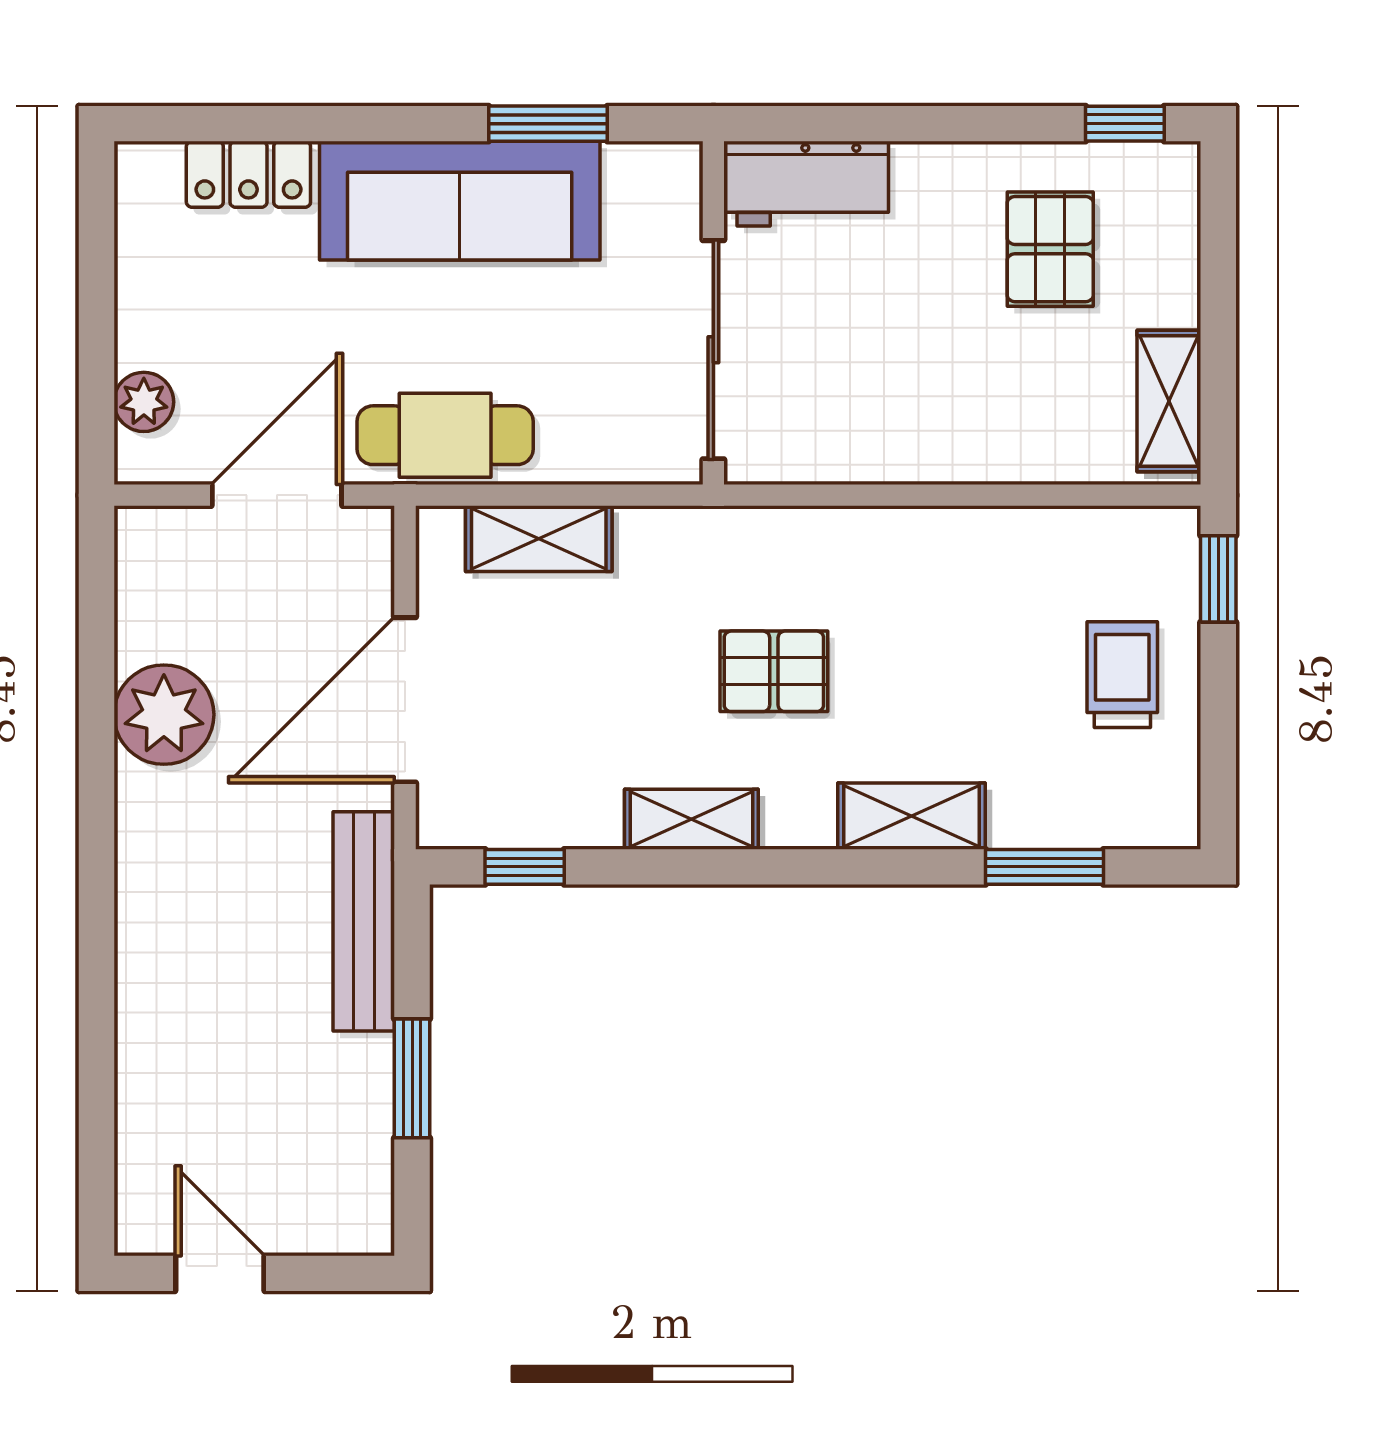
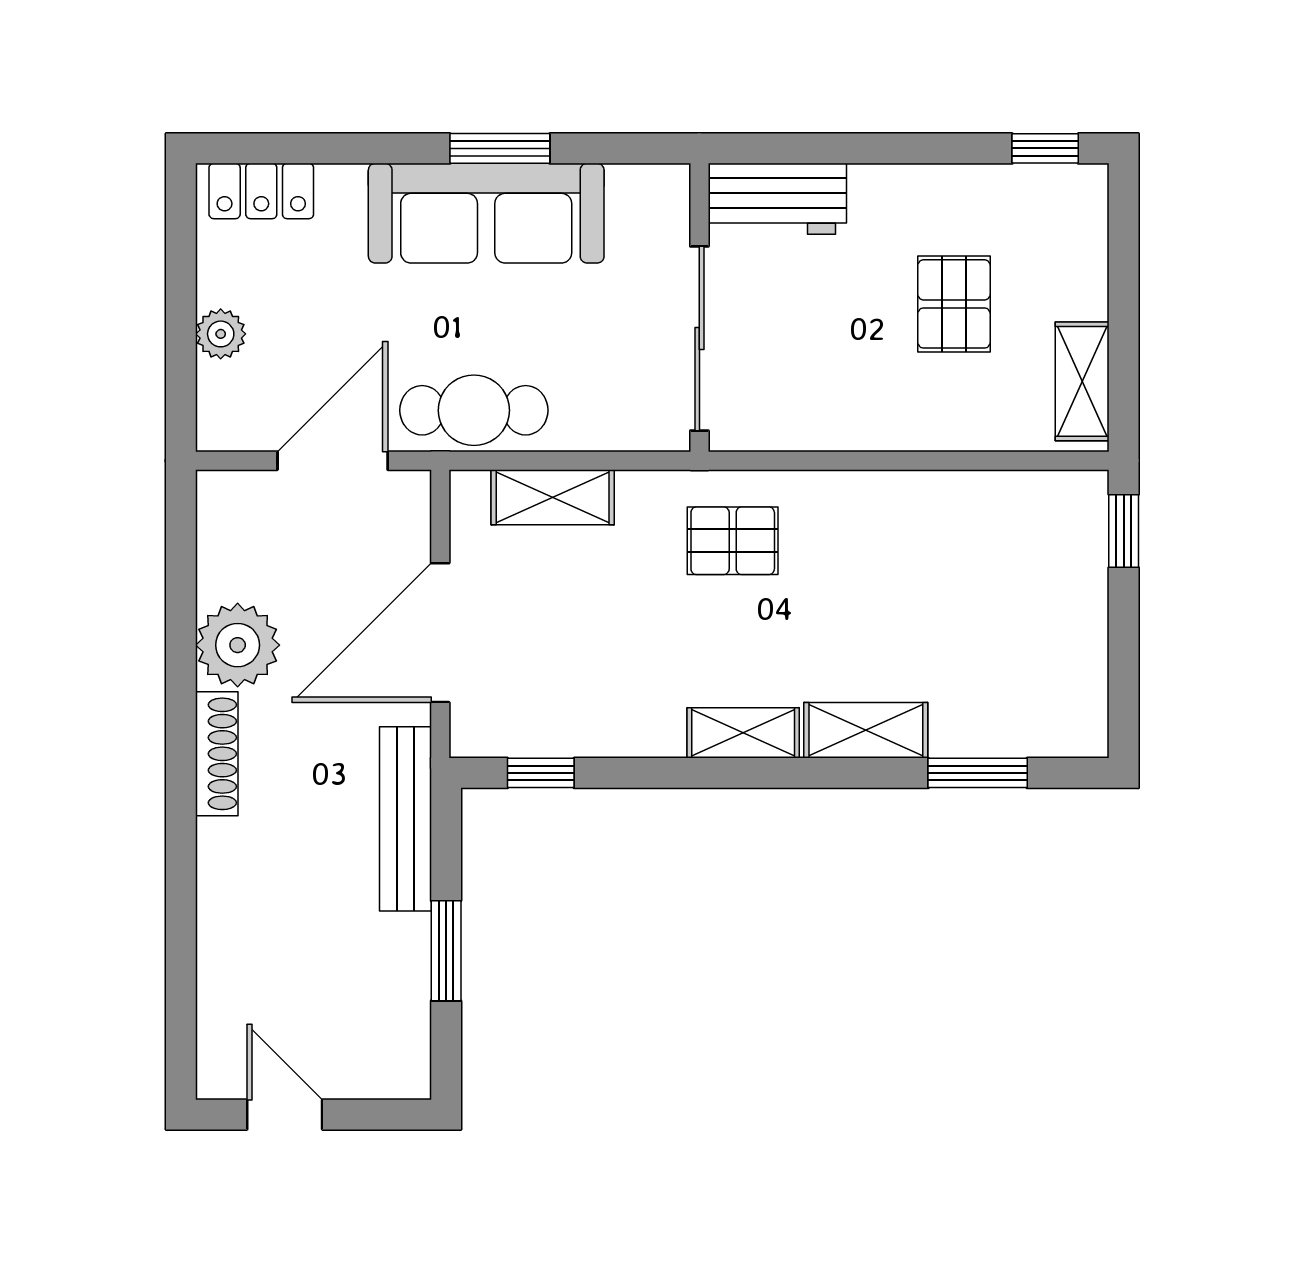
window: (548, 124) -> (500, 148), moved
locker: (248, 174) -> (261, 191), moved
pallet: (1050, 249) -> (954, 304), moved
plant: (144, 402) -> (221, 334), moved
pallet: (774, 671) -> (733, 541), moved
trolley: (1122, 675) -> (1043, 611), removed
shelving: (691, 819) -> (743, 733), moved
shoe rack: (139, 844) -> (217, 754), added

